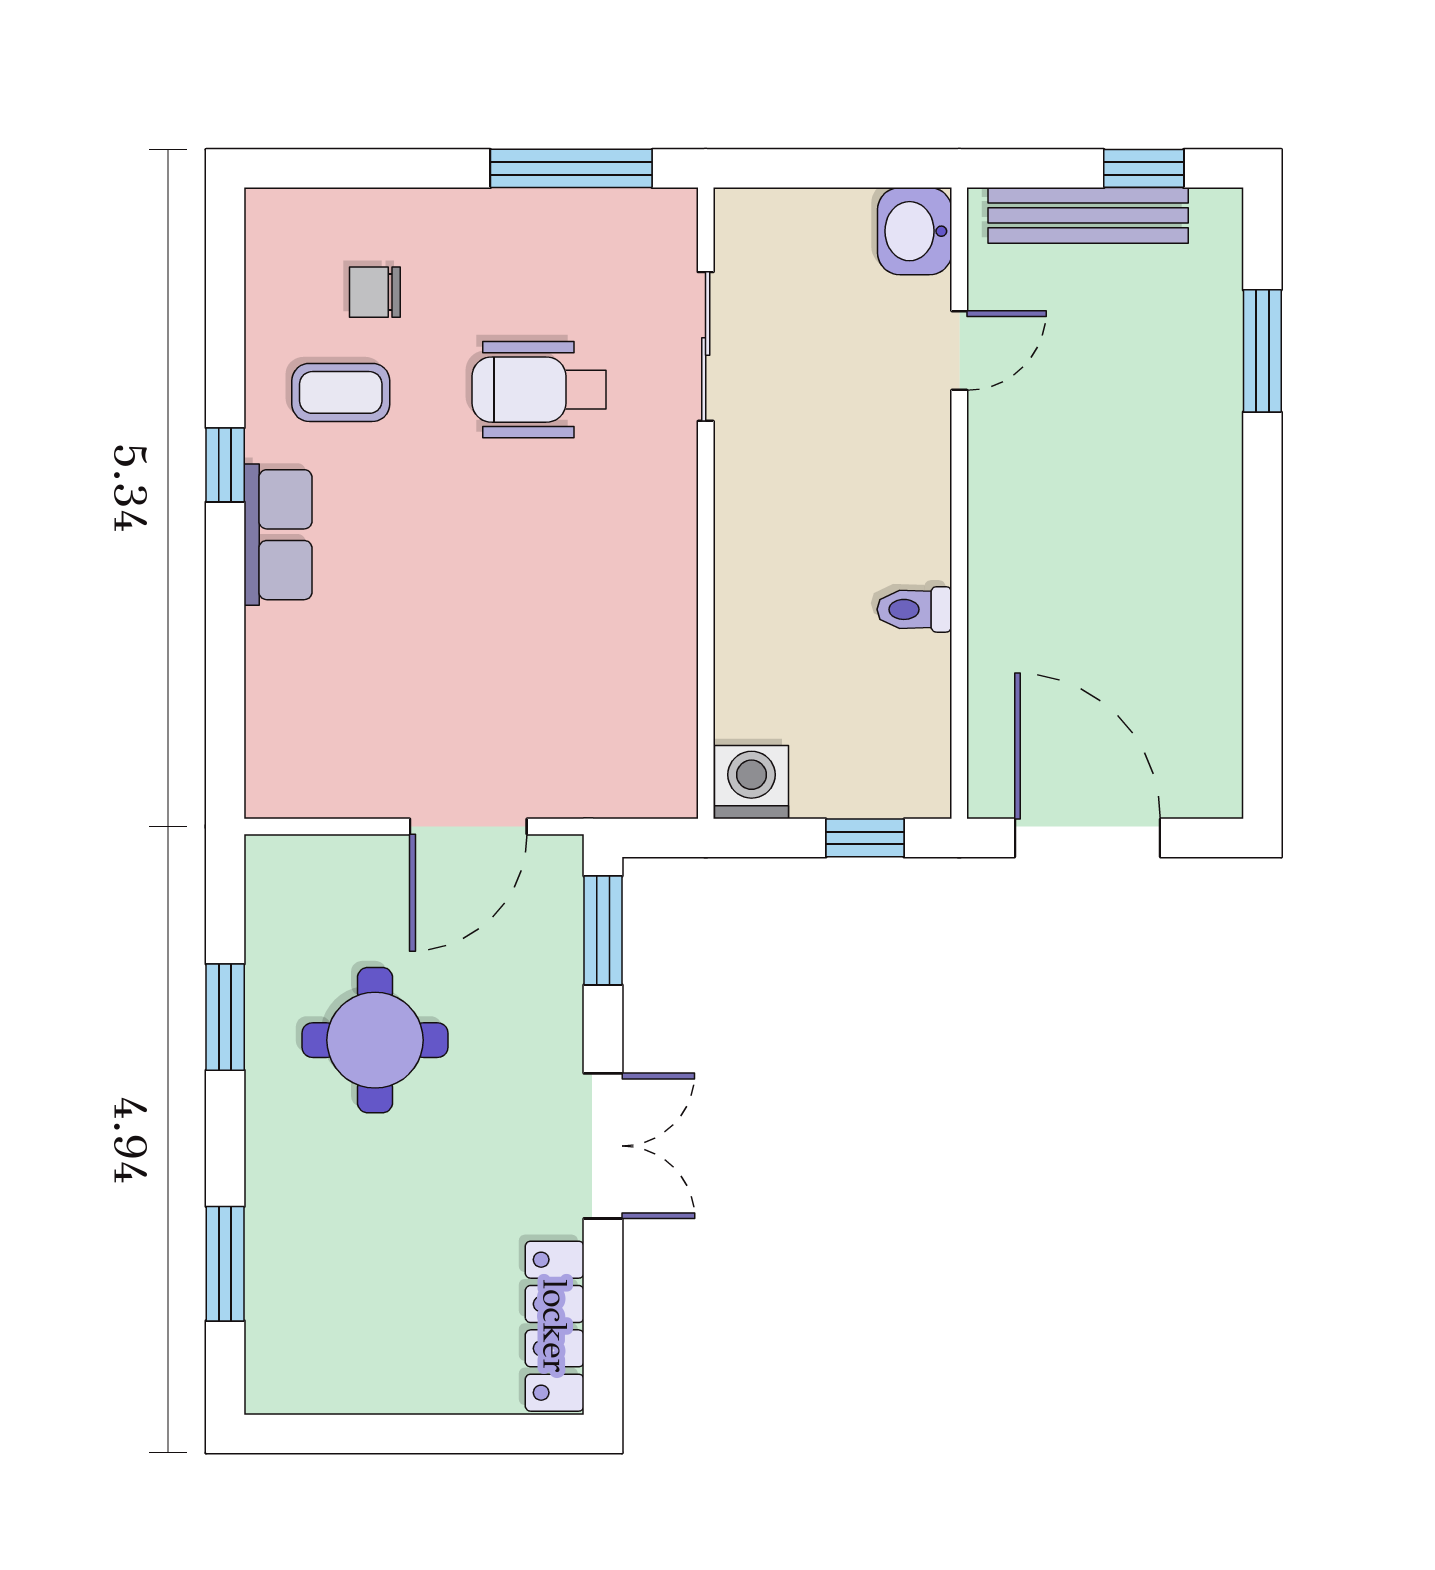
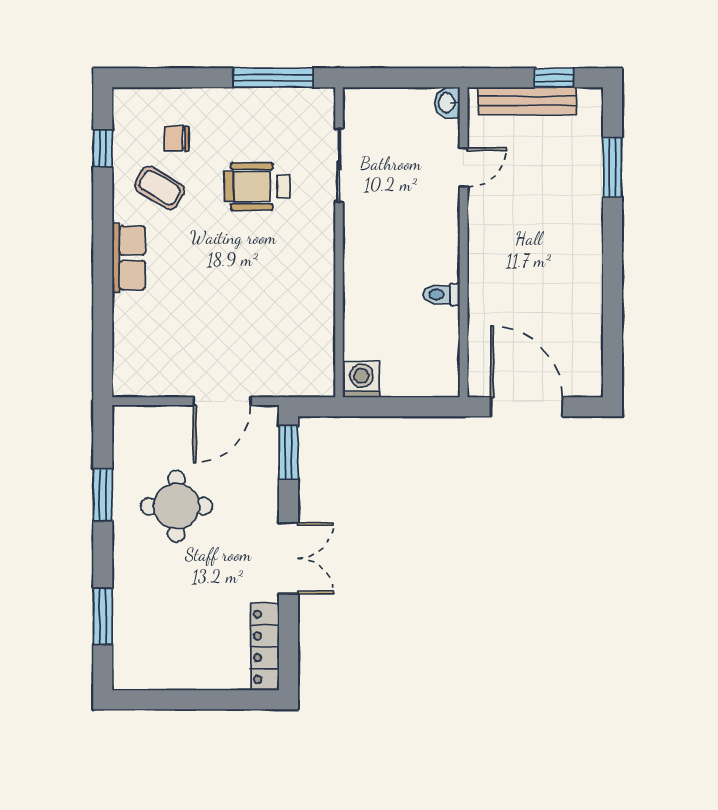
washbasin: (915, 231) -> (447, 103), width x0.72, depth x0.69
coffee table: (341, 392) -> (160, 188), turned 31
window: (225, 465) -> (103, 148), moved
window: (865, 838) -> (417, 407), removed

